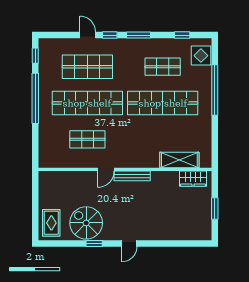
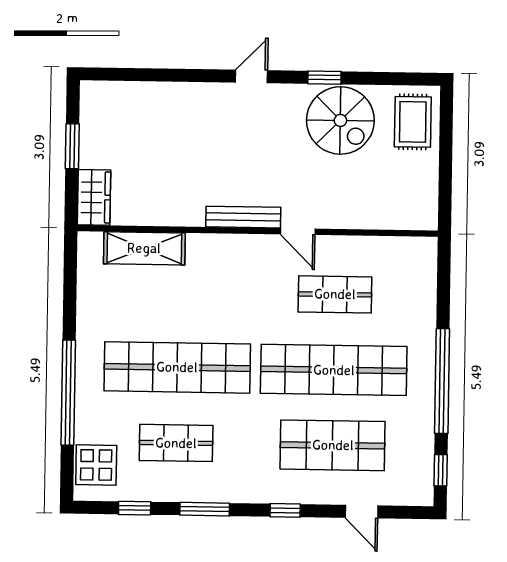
door: (88, 35) -> (362, 512), moved
window: (138, 35) -> (205, 509), moved
door: (106, 169) -> (298, 231), swing flipped
wardrobe: (193, 179) -> (94, 197), moved, turned 90

